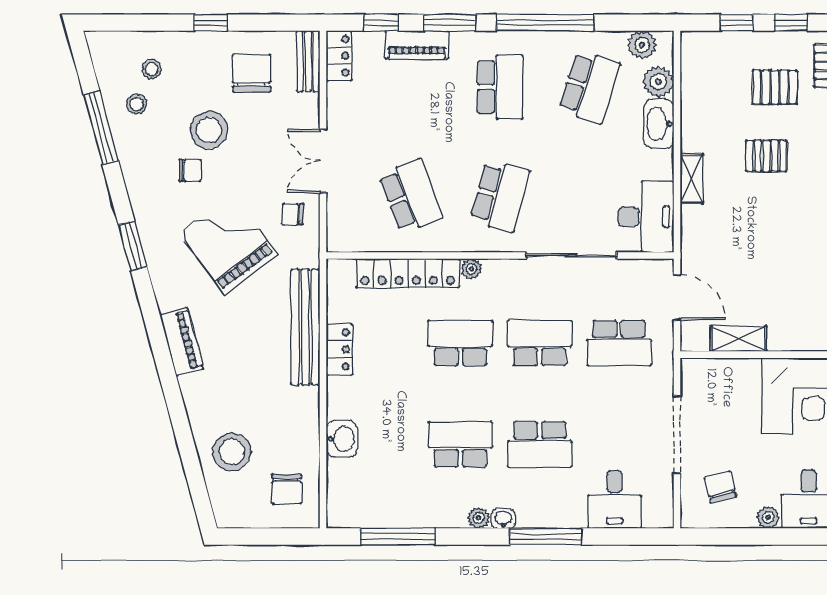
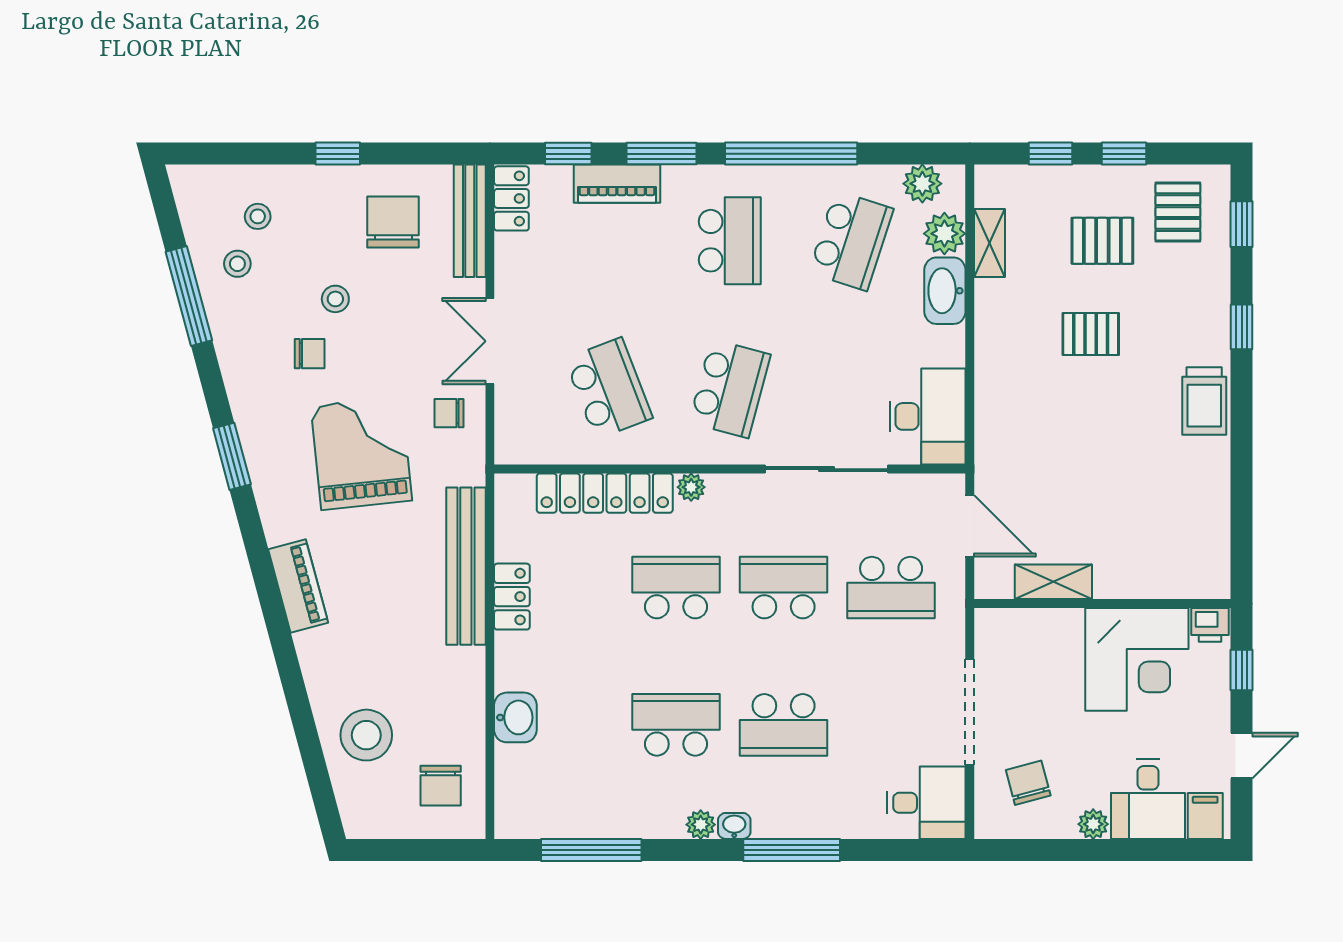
bench: (308, 61) -> (470, 221), width x1.36
stool: (209, 130) -> (335, 299), width x0.53, depth x0.53
shelving: (692, 179) -> (989, 243), moved
grand piano: (228, 244) -> (361, 453), turned 31
desk: (614, 500) -> (926, 803), moved, turned -90

